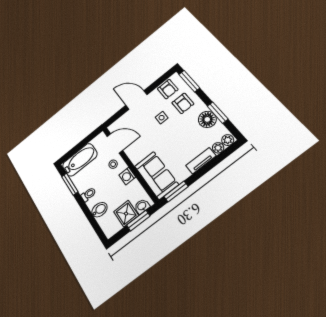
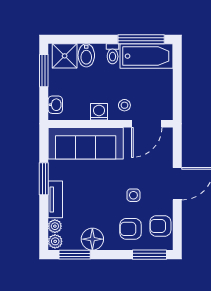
window: (218, 113) -> (75, 255), moved
bathtub: (80, 160) -> (146, 56), moved, turned -90
sofa: (156, 175) -> (86, 143), width x1.36
window: (70, 184) -> (141, 39), width x1.44
window: (176, 192) -> (44, 179), moved
shower: (126, 214) -> (65, 56), moved
window: (138, 221) -> (44, 71), moved

